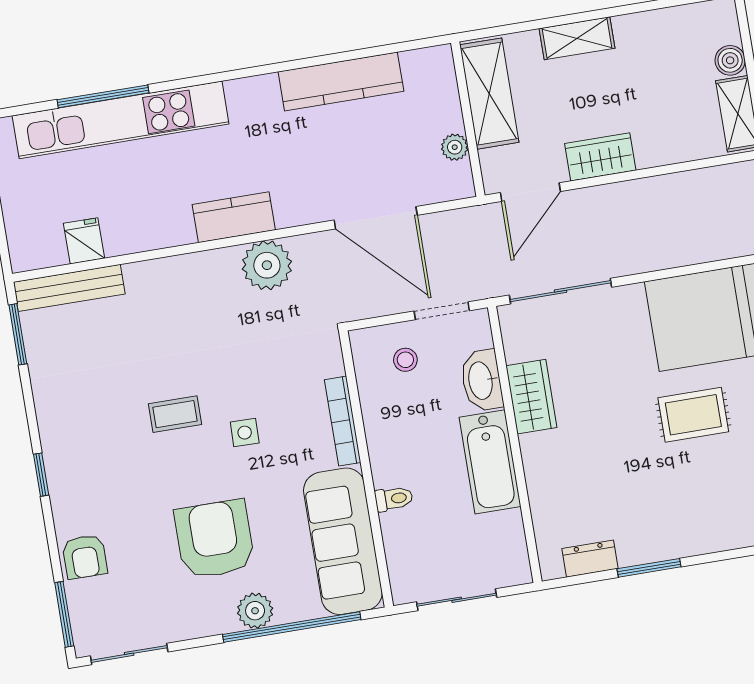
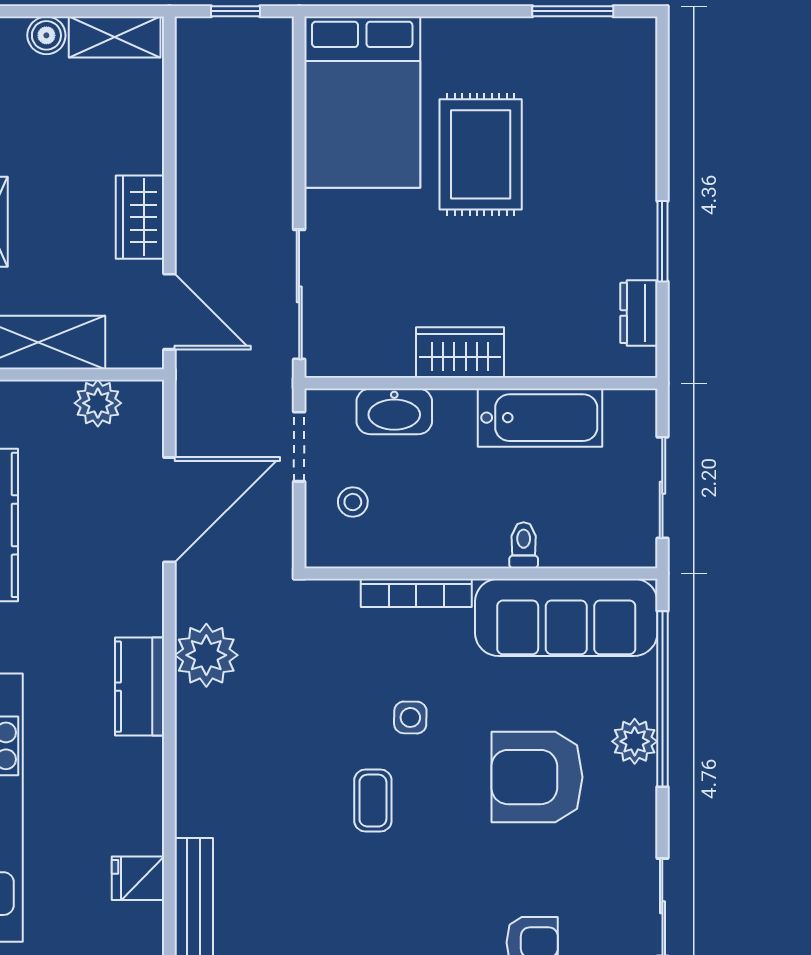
plant: (455, 147) -> (98, 403), width x1.38, depth x1.38
wardrobe: (531, 397) -> (460, 353), moved
rug: (693, 415) -> (481, 154), width x1.36, depth x1.43
bathtub: (490, 462) -> (540, 418), moved

